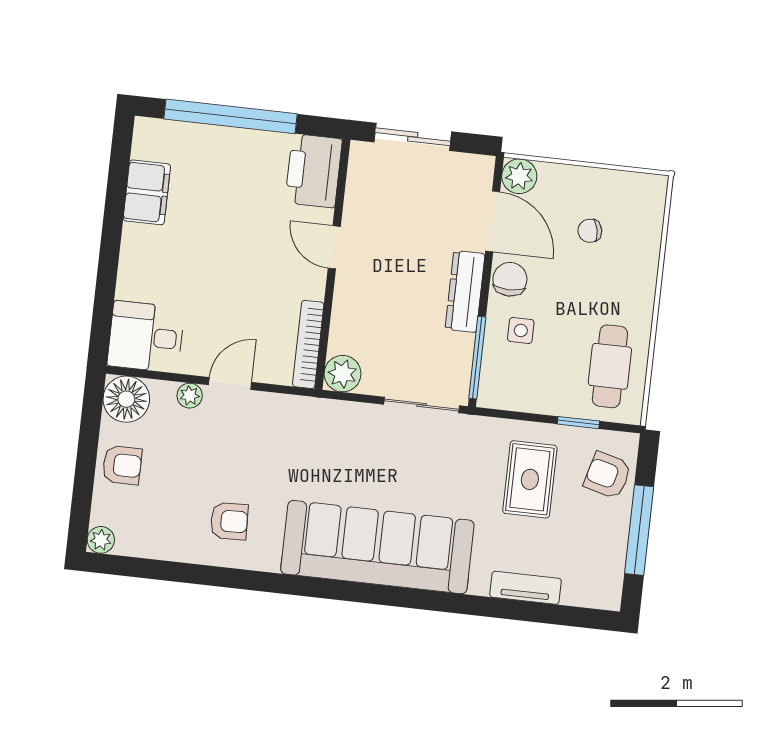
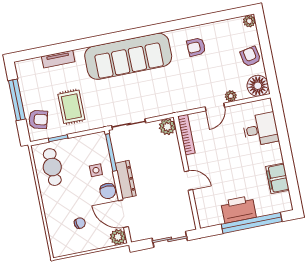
printer: (314, 171) -> (238, 209), moved, turned -90
desk: (146, 337) -> (261, 129), moved
armchair: (122, 465) -> (250, 57), turned 79

